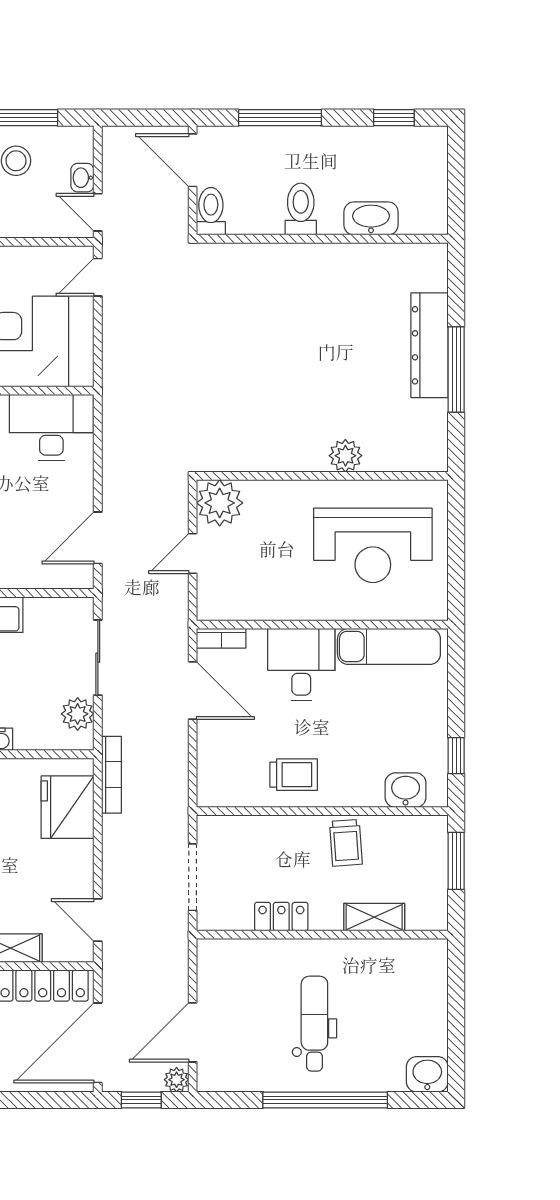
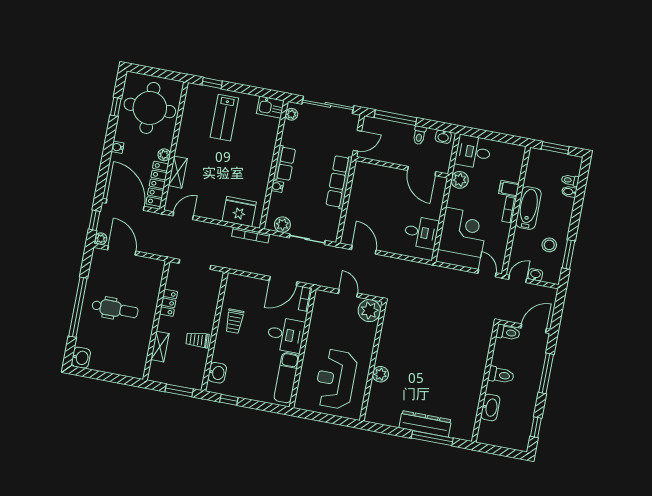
window: (456, 370) -> (432, 438), moved
desk: (51, 427) -> (421, 232), width x0.73

